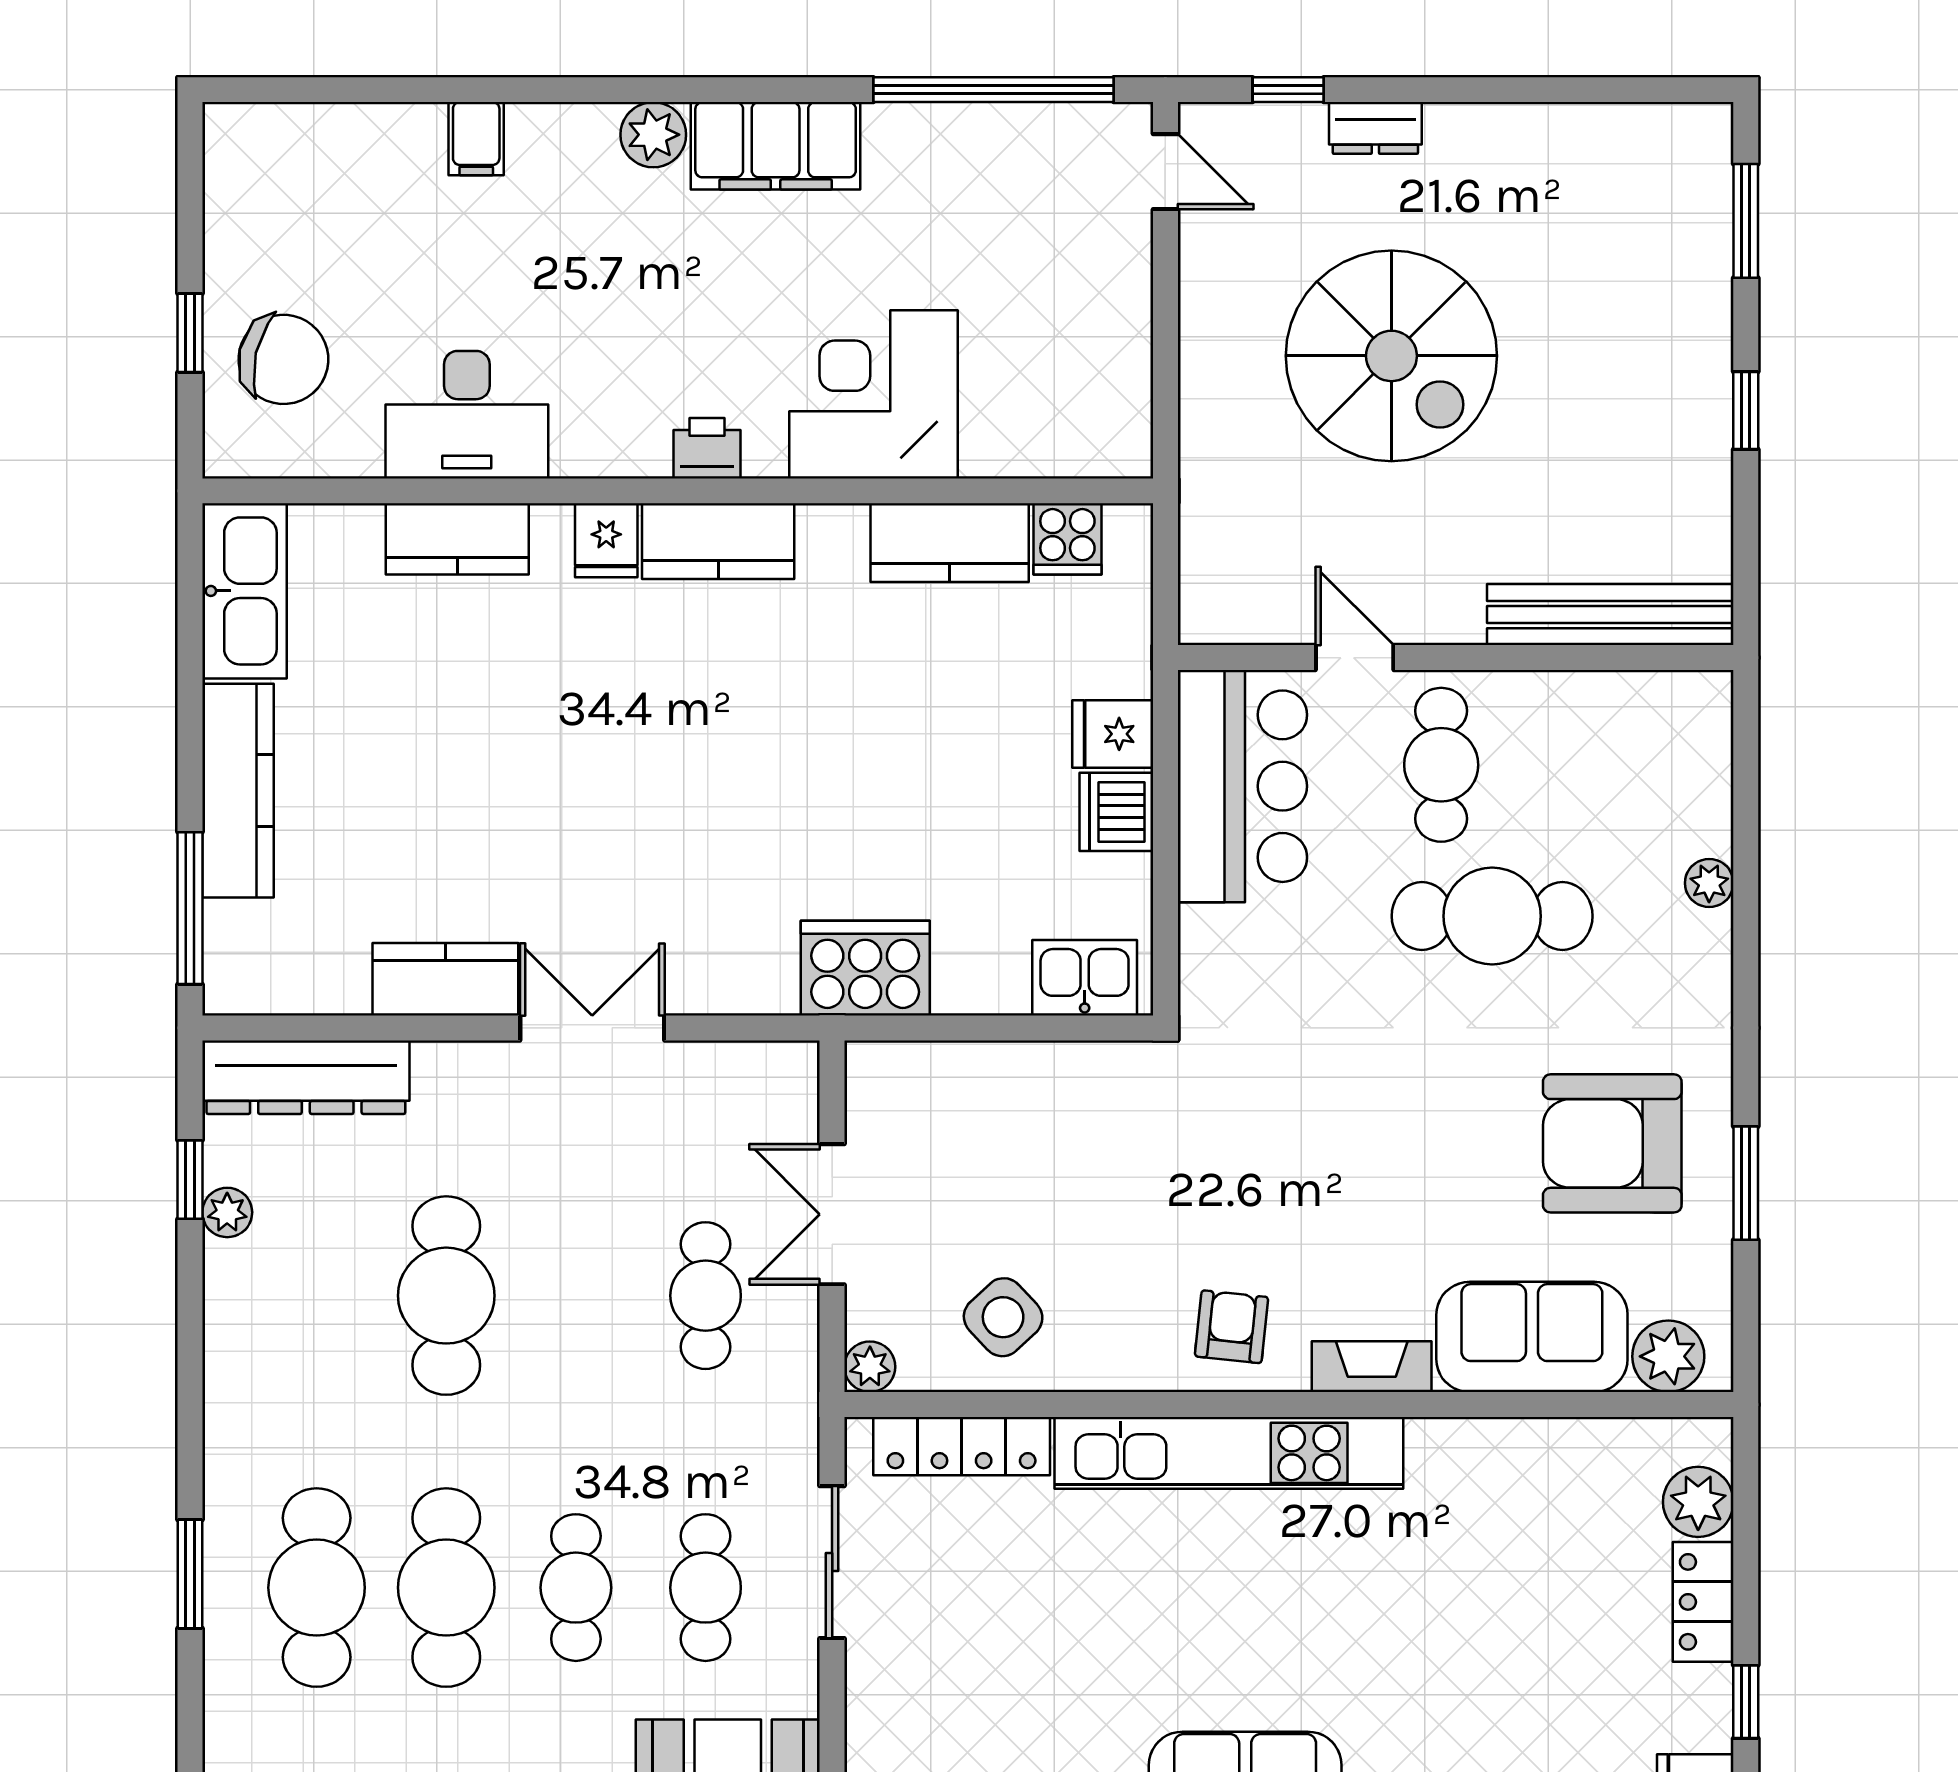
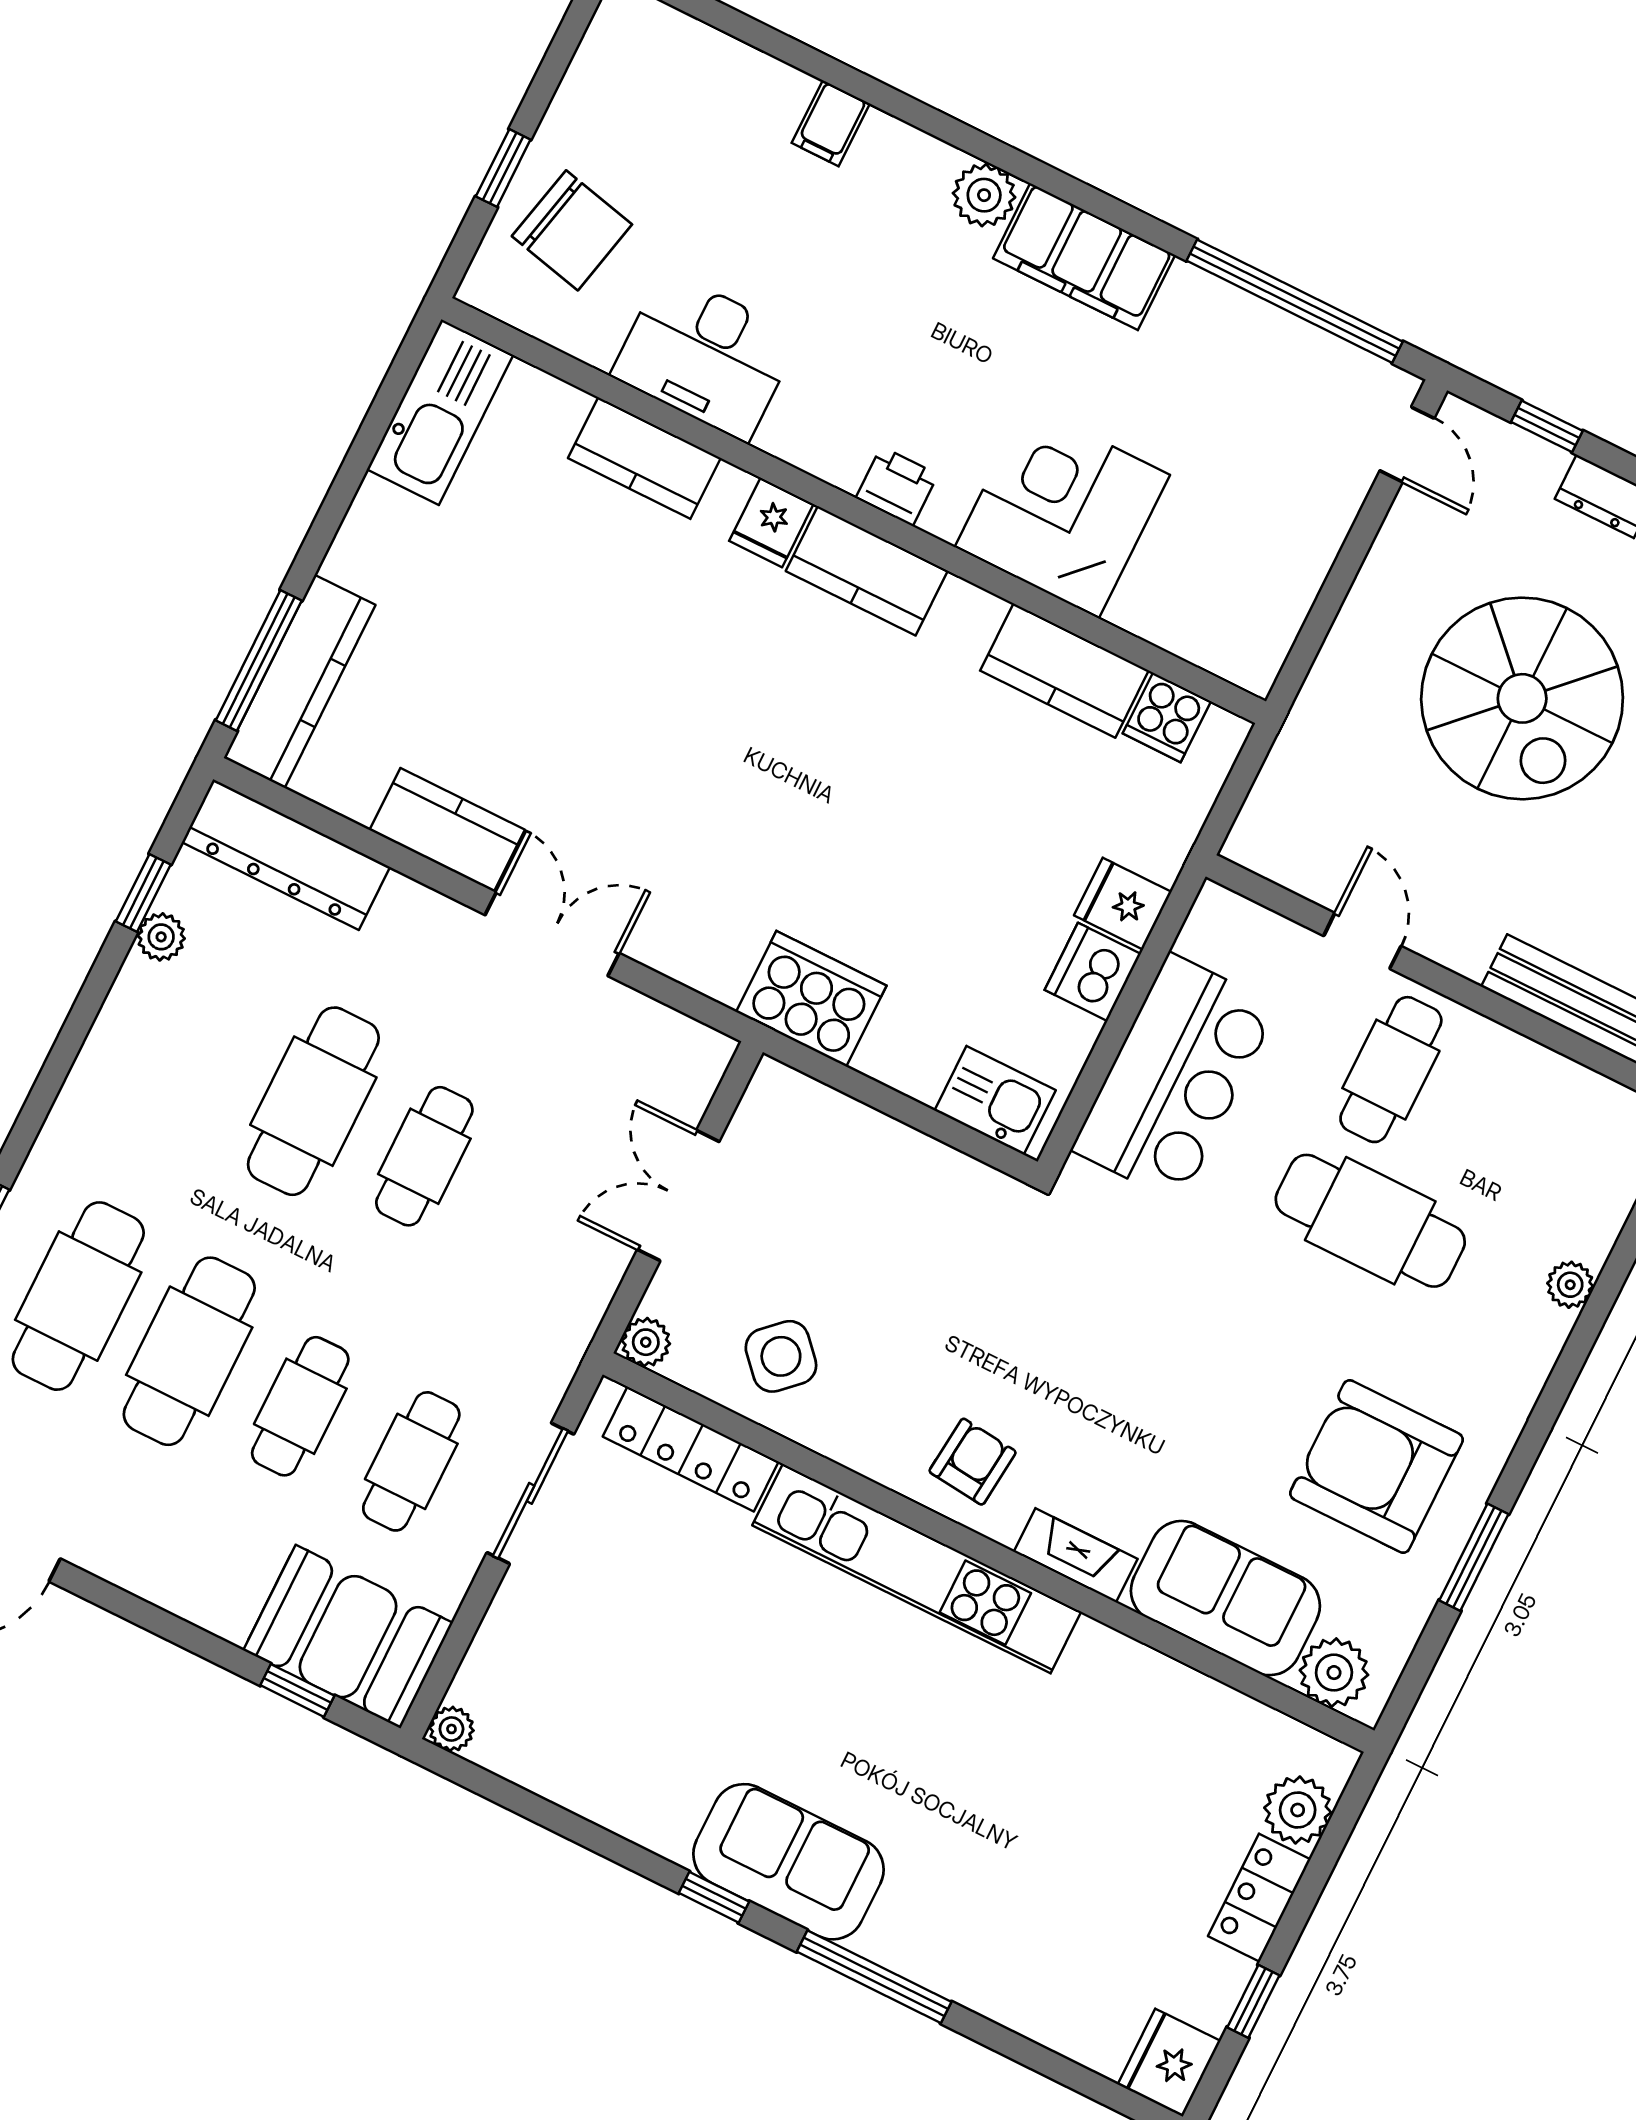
bar counter: (1242, 786) -> (1175, 1078), moved
kitchen counter: (238, 791) -> (300, 681), moved
cafe table: (706, 1296) -> (424, 1156), moved

